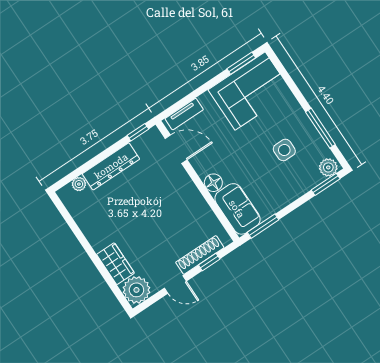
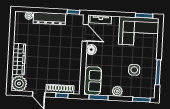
plant: (328, 167) -> (117, 91), moved
floor lamp: (213, 183) -> (91, 50), moved
wardrobe: (115, 264) -> (19, 59), width x1.50

